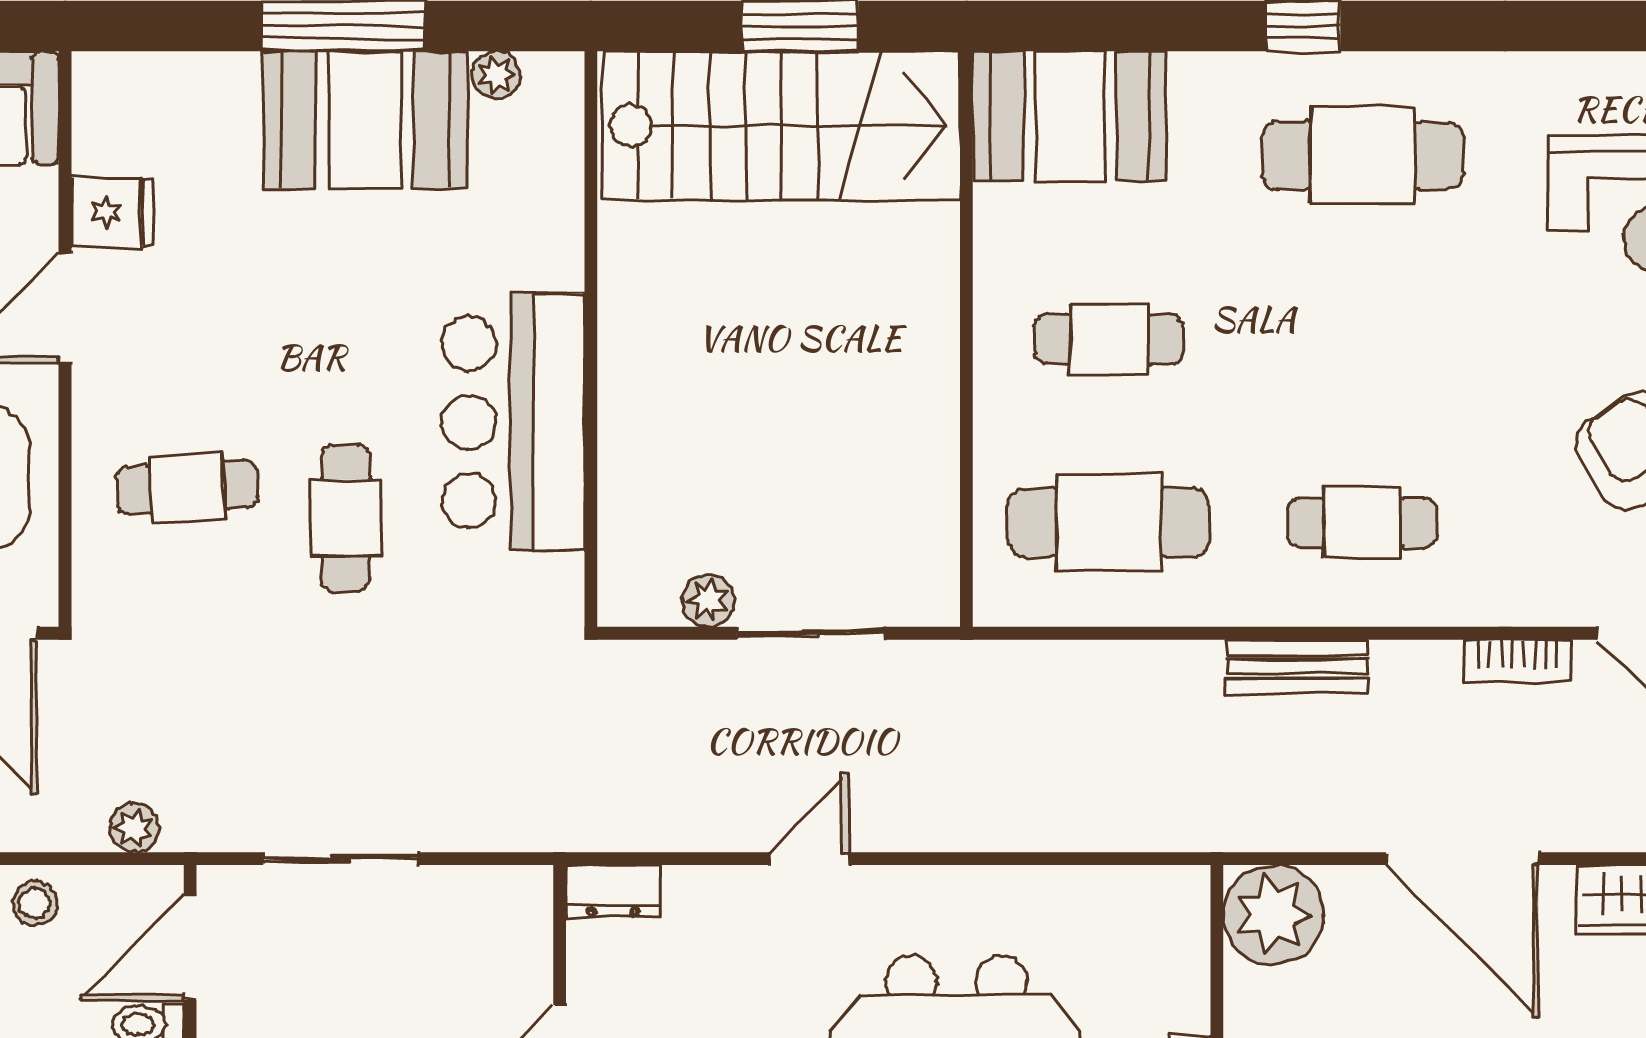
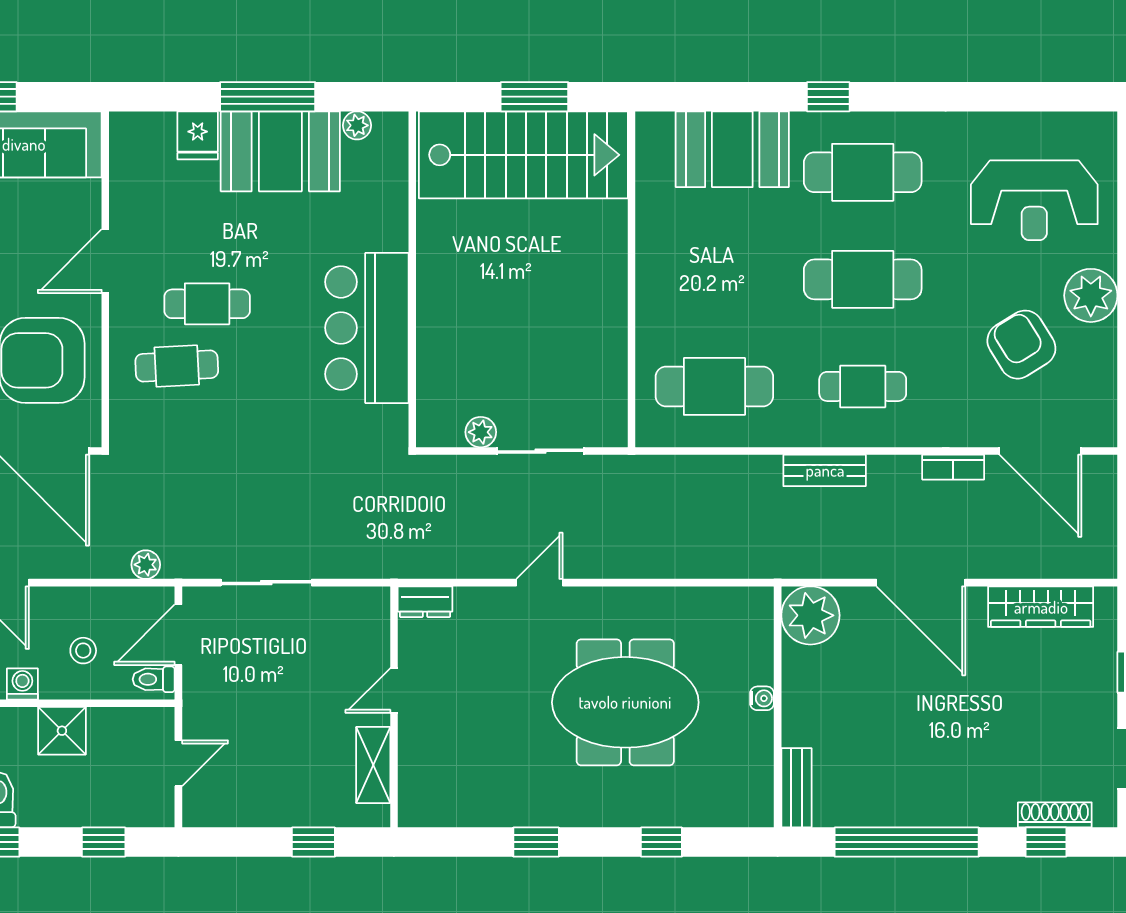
booth: (1070, 116) -> (732, 149), moved
fridge: (113, 212) -> (198, 135), moved, turned 90
cafe table: (1109, 339) -> (863, 279), moved, width x1.37, depth x1.35
cafe table: (346, 518) -> (207, 304), moved, turned 90
stool: (35, 904) -> (83, 651), moved

